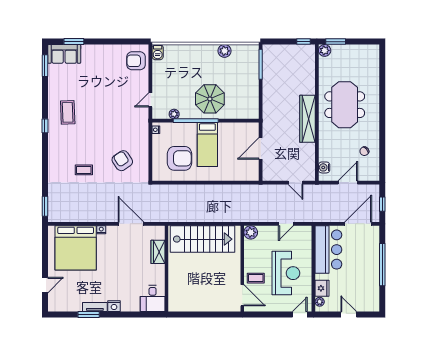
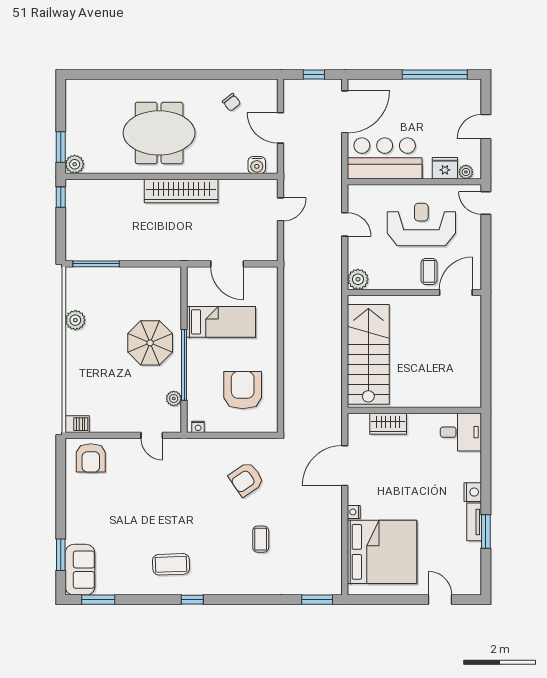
bed: (207, 144) -> (221, 322), moved
door: (358, 224) -> (345, 112), swing flipped
window: (382, 265) -> (435, 75), moved

